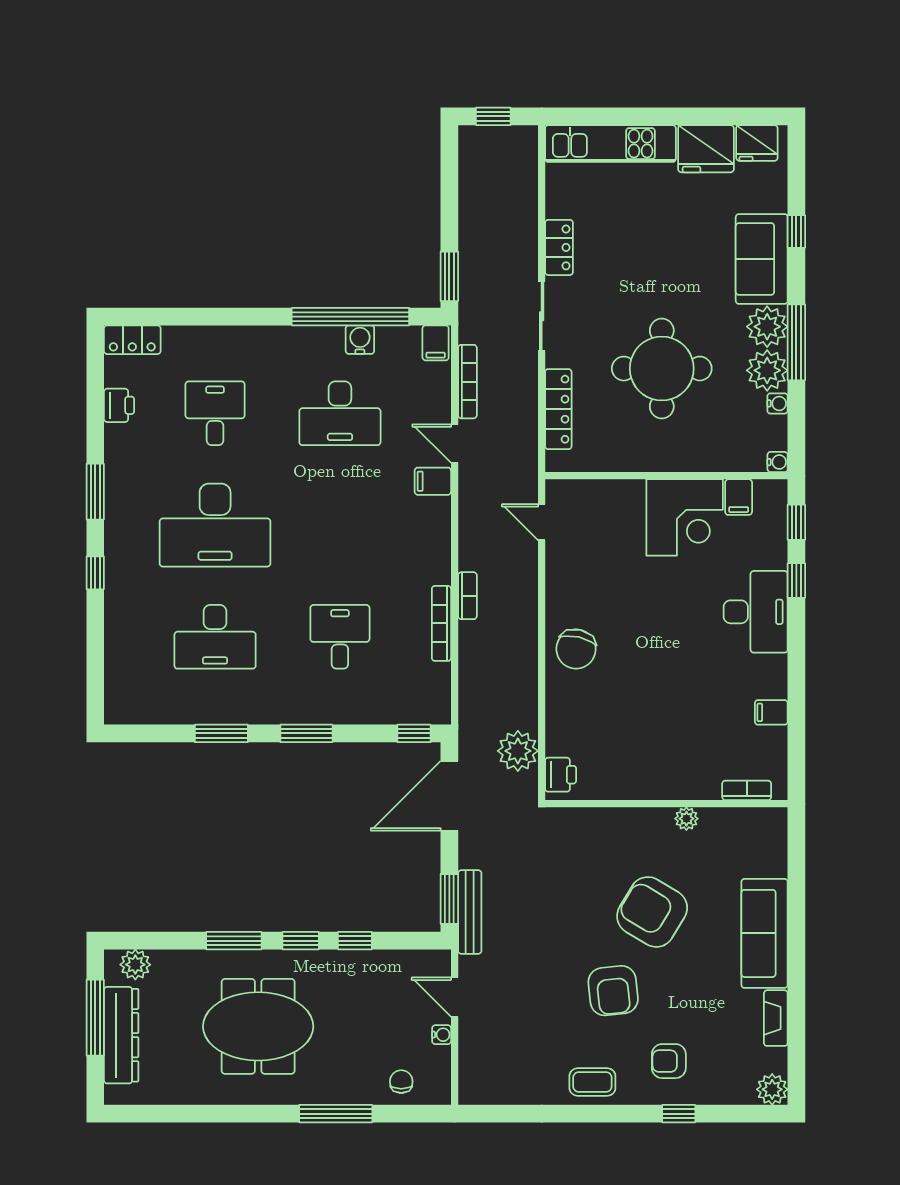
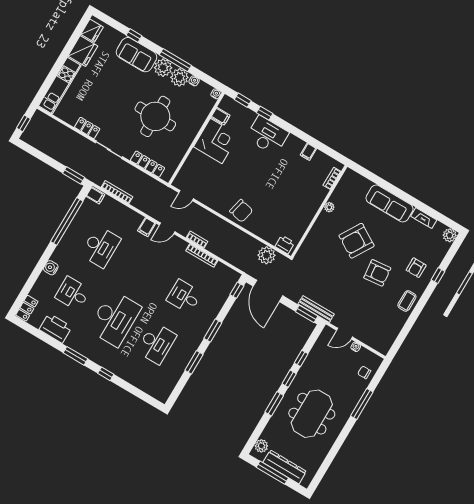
water cooler: (360, 340) -> (51, 268), moved
printer: (119, 405) -> (56, 328), width x1.87, depth x1.48
door: (455, 444) -> (167, 228), moved

